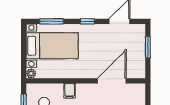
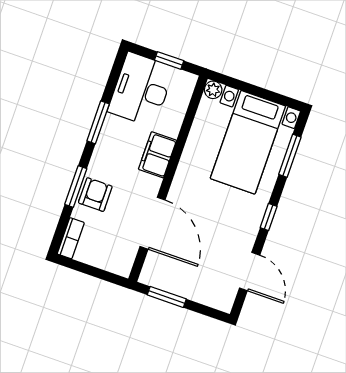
window: (148, 47) -> (167, 297), moved
filing cabinet: (70, 91) -> (157, 155), width x2.00

